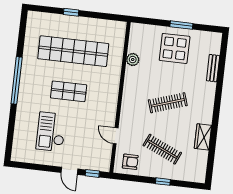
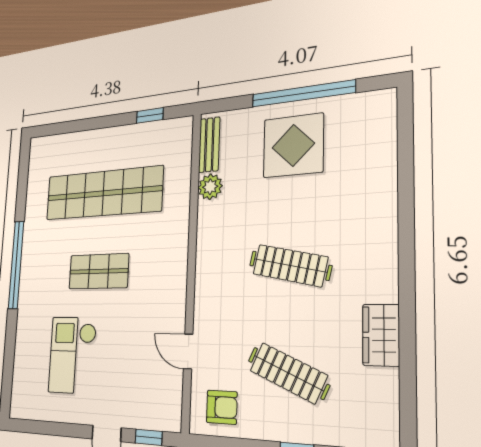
window: (71, 12) -> (150, 115), moved
window: (181, 25) -> (303, 94), width x2.11
bench: (213, 68) -> (209, 145), moved
clothes rail: (168, 103) -> (290, 266), turned 30

